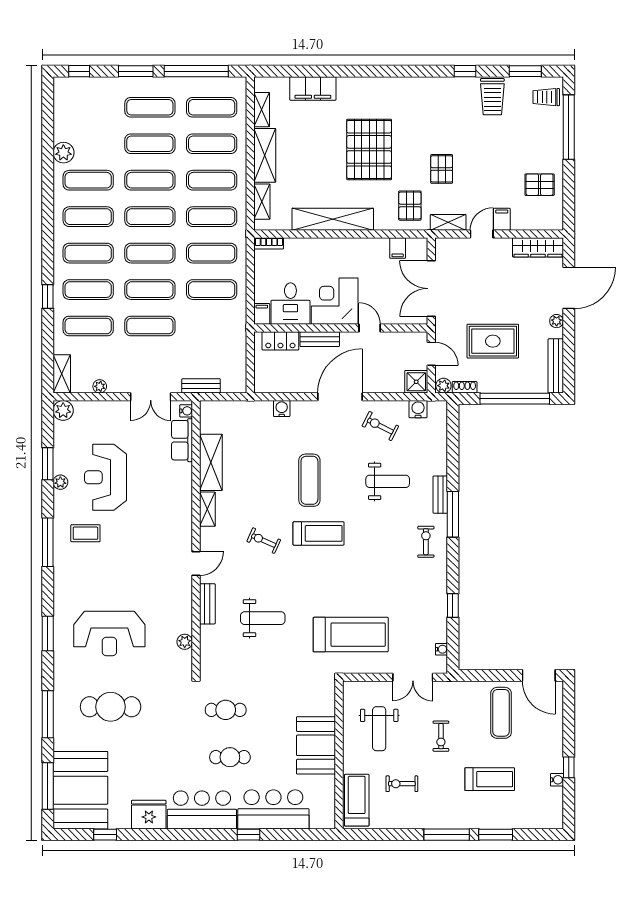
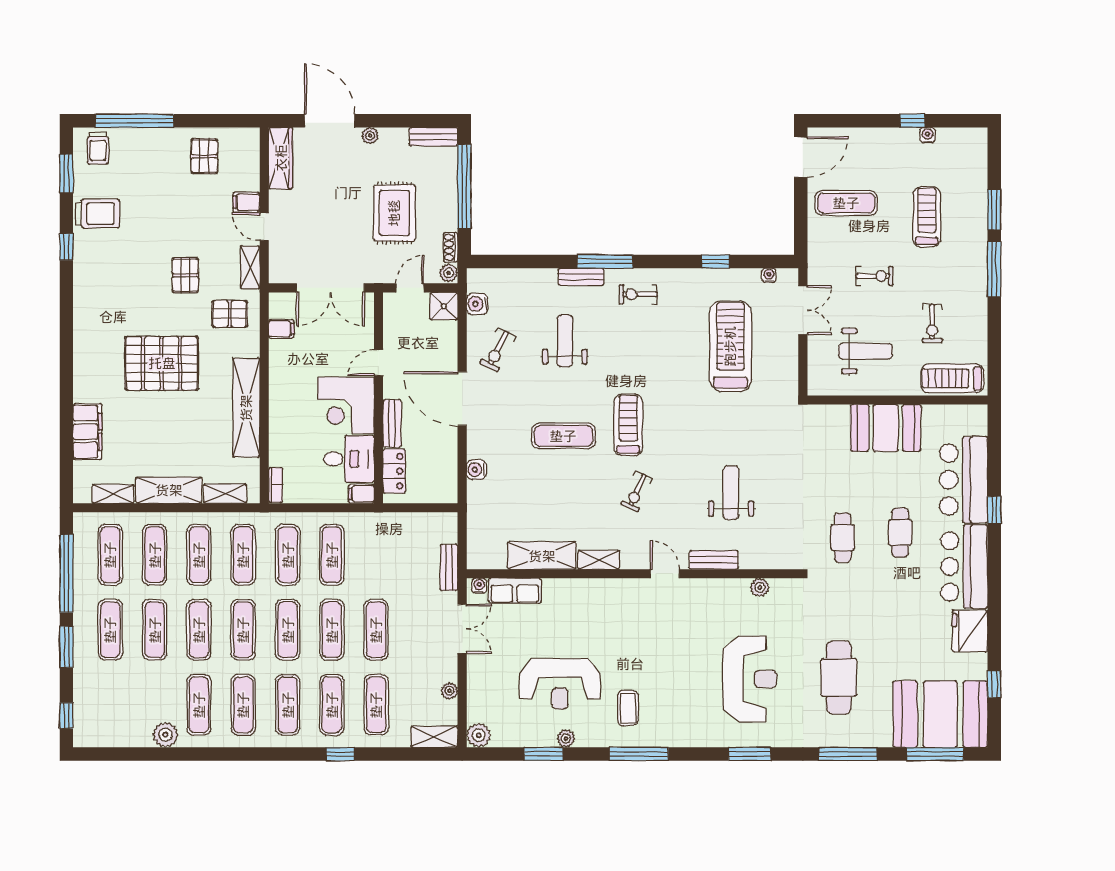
pallet: (442, 169) -> (185, 275), turned 90
bench: (556, 366) -> (433, 137), width x0.73
treadmill: (351, 635) -> (730, 346), moved

